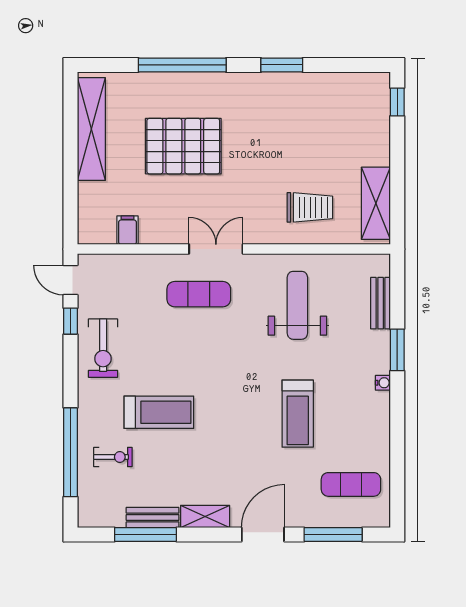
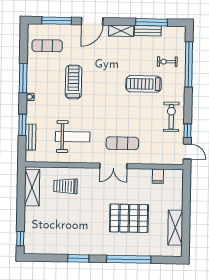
shelving: (91, 129) -> (175, 228), width x0.68
weight bench: (297, 305) -> (73, 137), turned -90
window: (397, 350) -> (22, 125), moved
window: (397, 419) -> (23, 78), added

